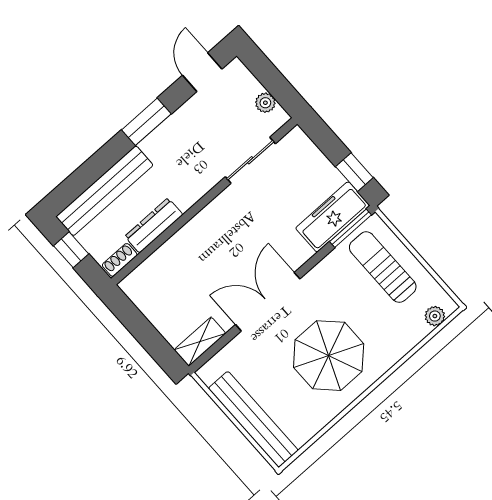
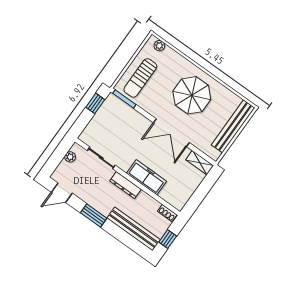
freezer: (333, 217) -> (147, 177), moved, turned 180
dresser: (154, 225) -> (125, 185), moved

